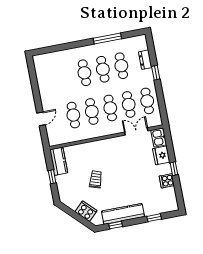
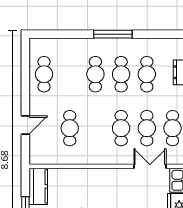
window: (107, 38) -> (113, 34), moved
cafe table: (92, 112) -> (44, 74), moved

